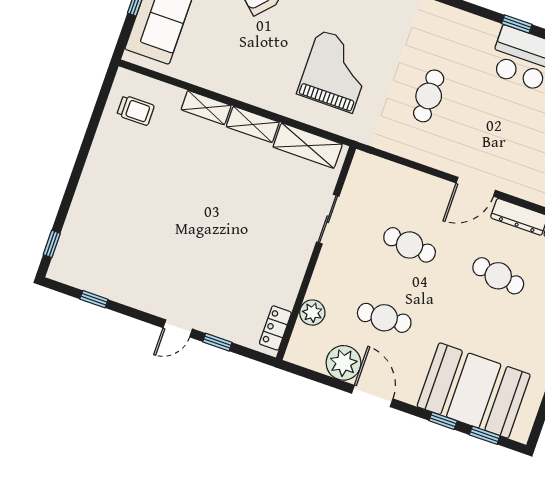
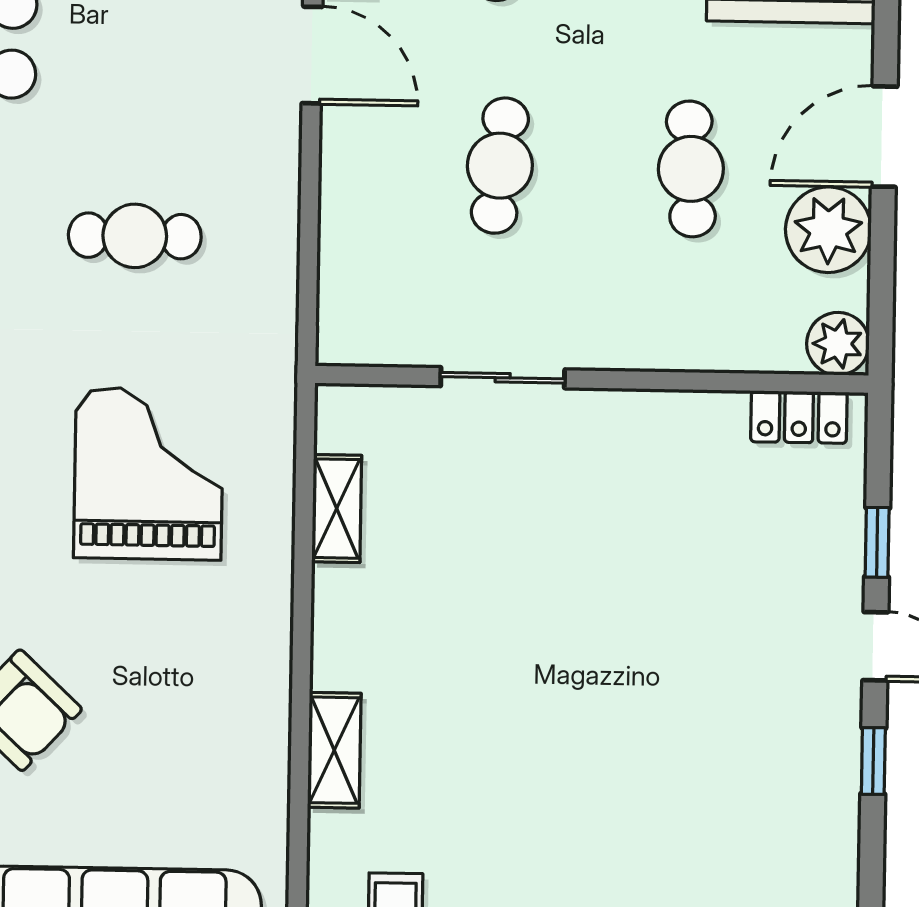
grand piano: (336, 71) -> (149, 474), turned 90
shelving: (253, 124) -> (338, 628), removed
shelving: (308, 146) -> (337, 509), width x0.67, depth x0.75
window: (94, 299) -> (873, 761), moved
plant: (312, 313) -> (838, 344), moved

